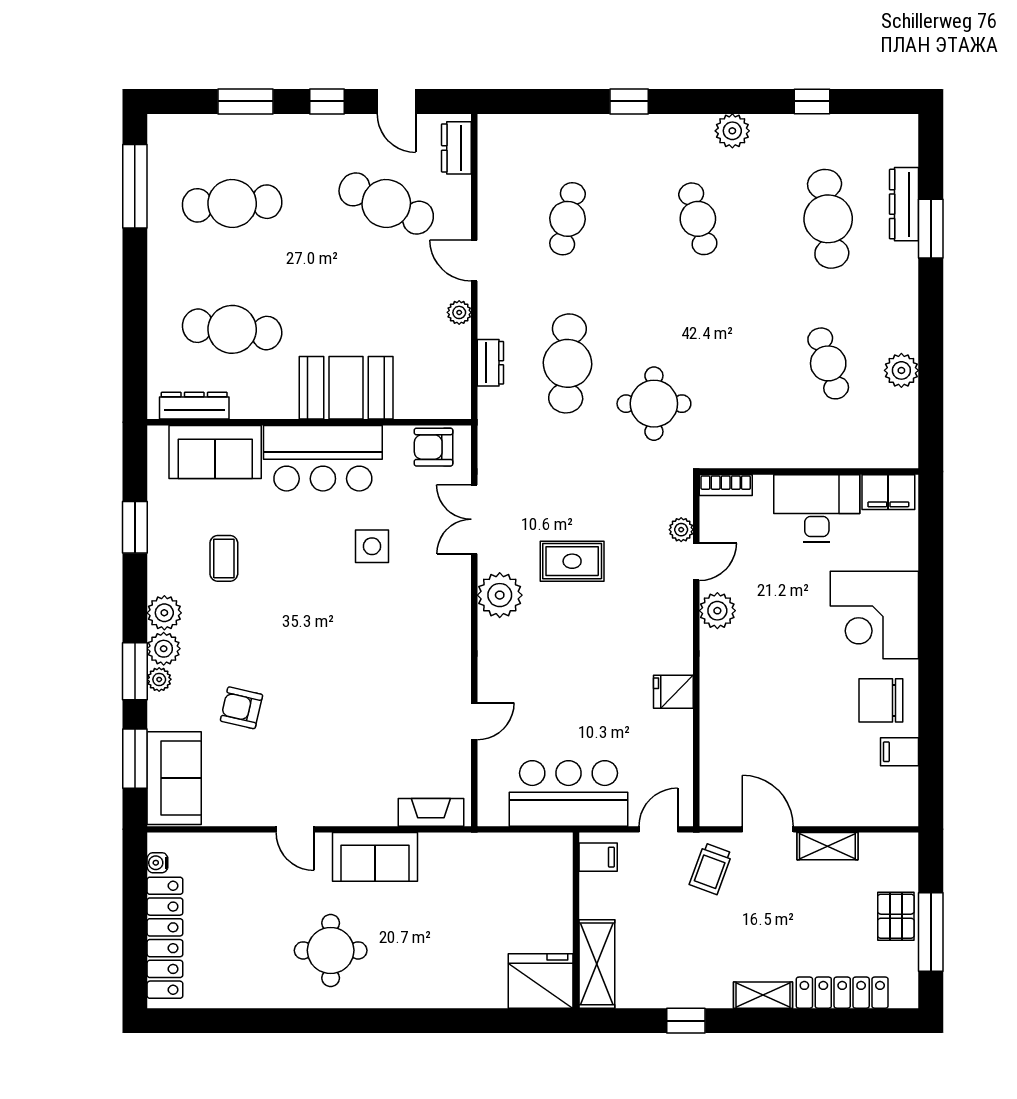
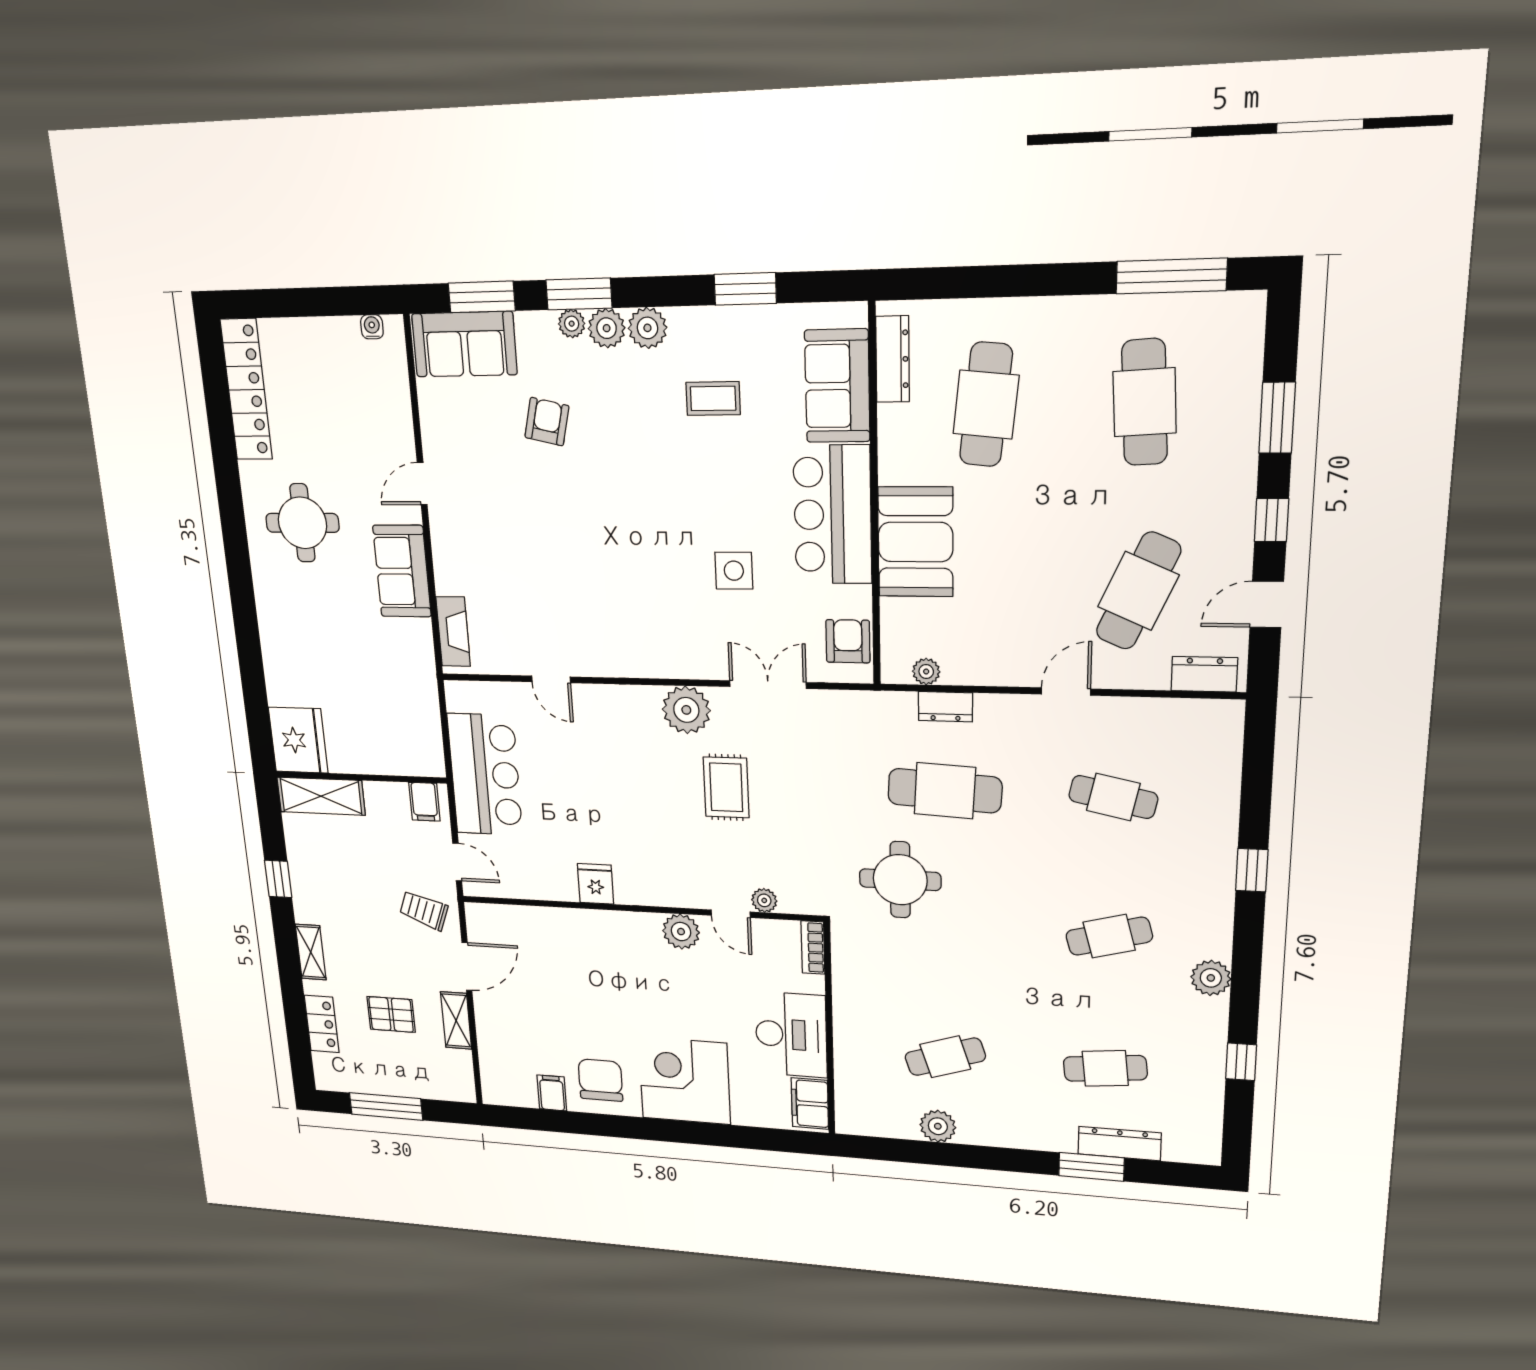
cafe table: (828, 219) -> (1105, 1068), width x0.73, depth x0.74
plant: (459, 312) -> (926, 671), moved
pallet: (896, 916) -> (391, 1014), moved
locker: (165, 938) -> (246, 390), moved, turned -90
locker: (842, 993) -> (322, 1024), width x0.66

